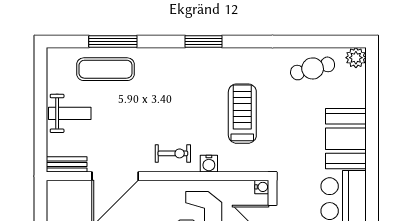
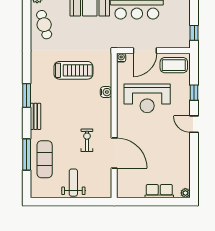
treadmill: (242, 114) -> (73, 70), turned 180
exercise bike: (173, 153) -> (87, 140), moved
bench: (67, 164) -> (35, 116), moved

